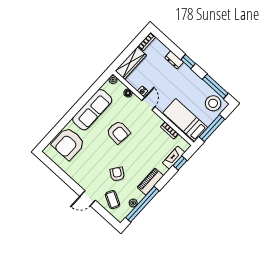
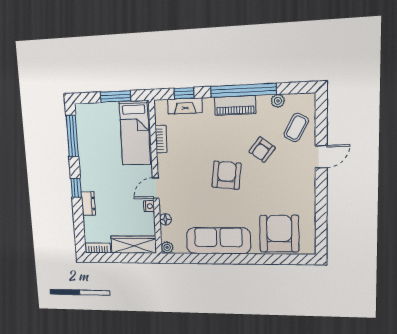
stool: (213, 103) -> (90, 121), removed
window: (212, 128) -> (116, 96), width x0.69
armchair: (118, 132) -> (227, 175), moved
armchair: (68, 144) -> (279, 234), turned -90
door: (88, 198) -> (321, 157), hinge flipped
window: (142, 204) -> (243, 90), moved

